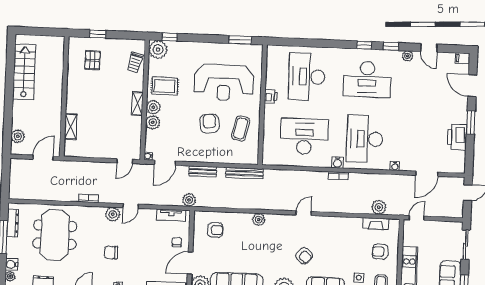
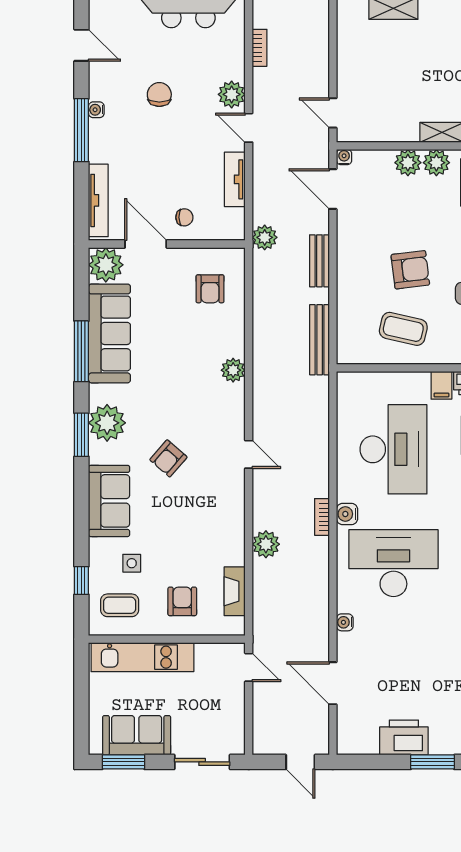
filing cabinet: (271, 110) -> (441, 385), added
plant: (379, 207) -> (266, 544), moved
tv unit: (171, 215) -> (235, 179), moved

